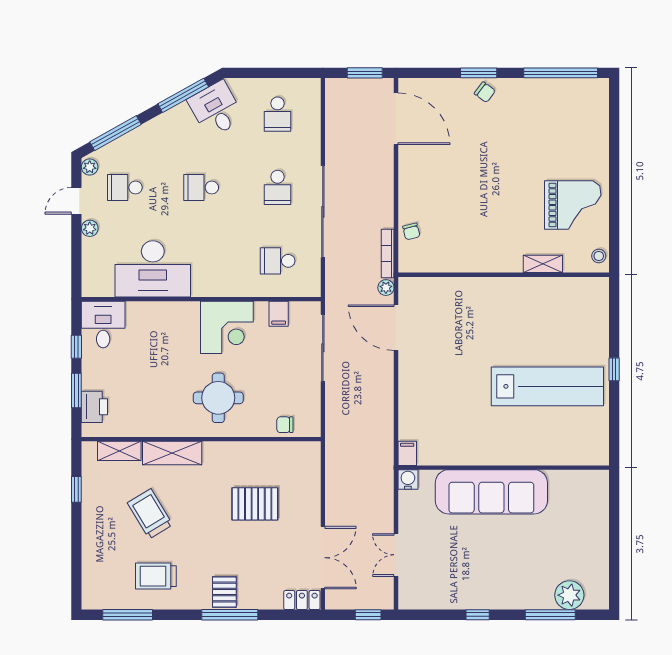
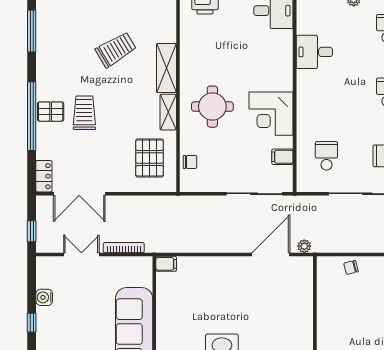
bookcase: (388, 253) -> (124, 248), moved
desk: (153, 269) -> (314, 52), width x0.53, depth x0.77
chair: (285, 425) -> (190, 162), turned 90
shelving: (119, 451) -> (168, 112), moved
water cooler: (408, 479) -> (44, 297), moved, turned 180
pallet: (255, 504) -> (150, 158), moved
trolley: (156, 576) -> (84, 113), moved
window: (230, 615) -> (32, 116), width x1.46

